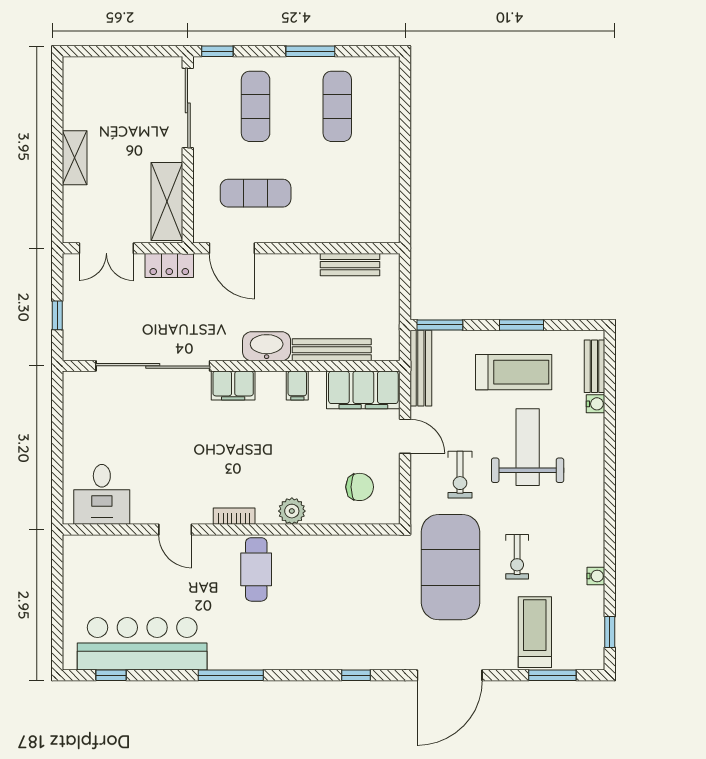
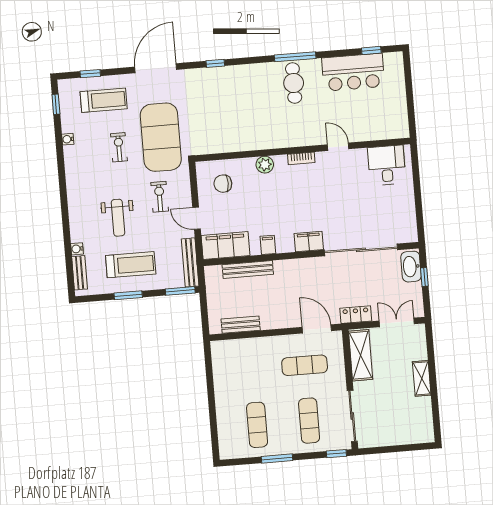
washbasin: (267, 346) -> (411, 267), moved, turned 90
treadmill: (514, 372) -> (131, 265), turned 180
weight bench: (528, 447) -> (118, 218), width x0.73, depth x0.75
cafe table: (256, 569) -> (294, 83), moved
treadmill: (535, 632) -> (104, 100), turned -90
bar counter: (142, 644) -> (353, 72), width x0.73
window: (552, 675) -> (90, 74), width x0.67

